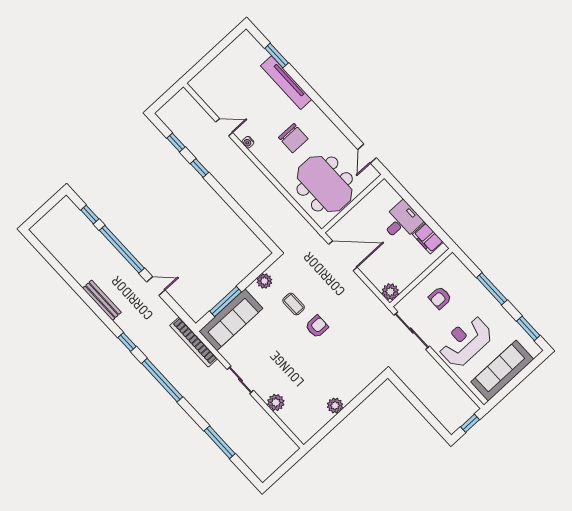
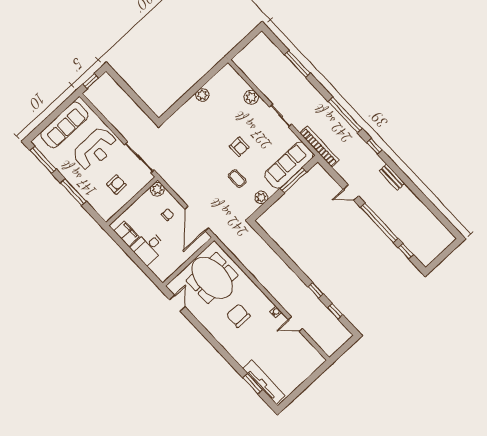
tv unit: (286, 83) -> (264, 382), moved
door: (343, 256) -> (197, 219), hinge flipped
chair: (378, 261) -> (168, 215), added
bench: (102, 300) -> (392, 177), width x0.73
armchair: (317, 327) -> (239, 147), moved, turned -90
window: (528, 328) -> (43, 160), width x1.44

